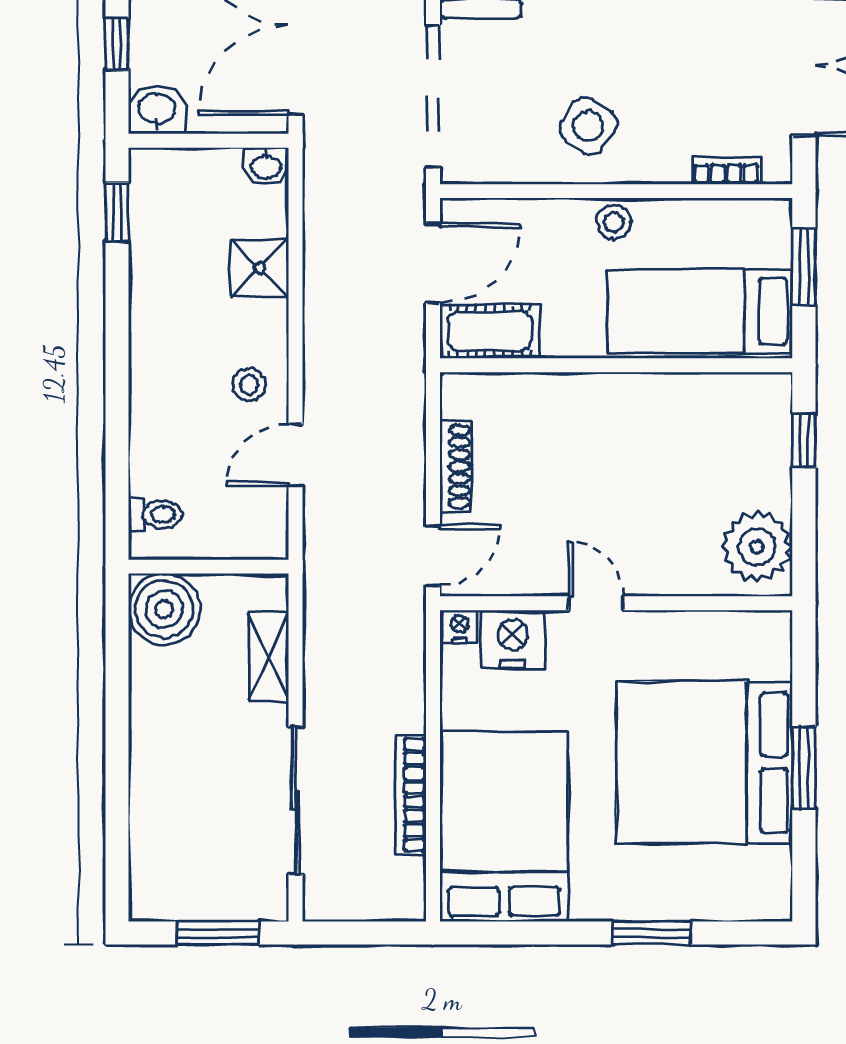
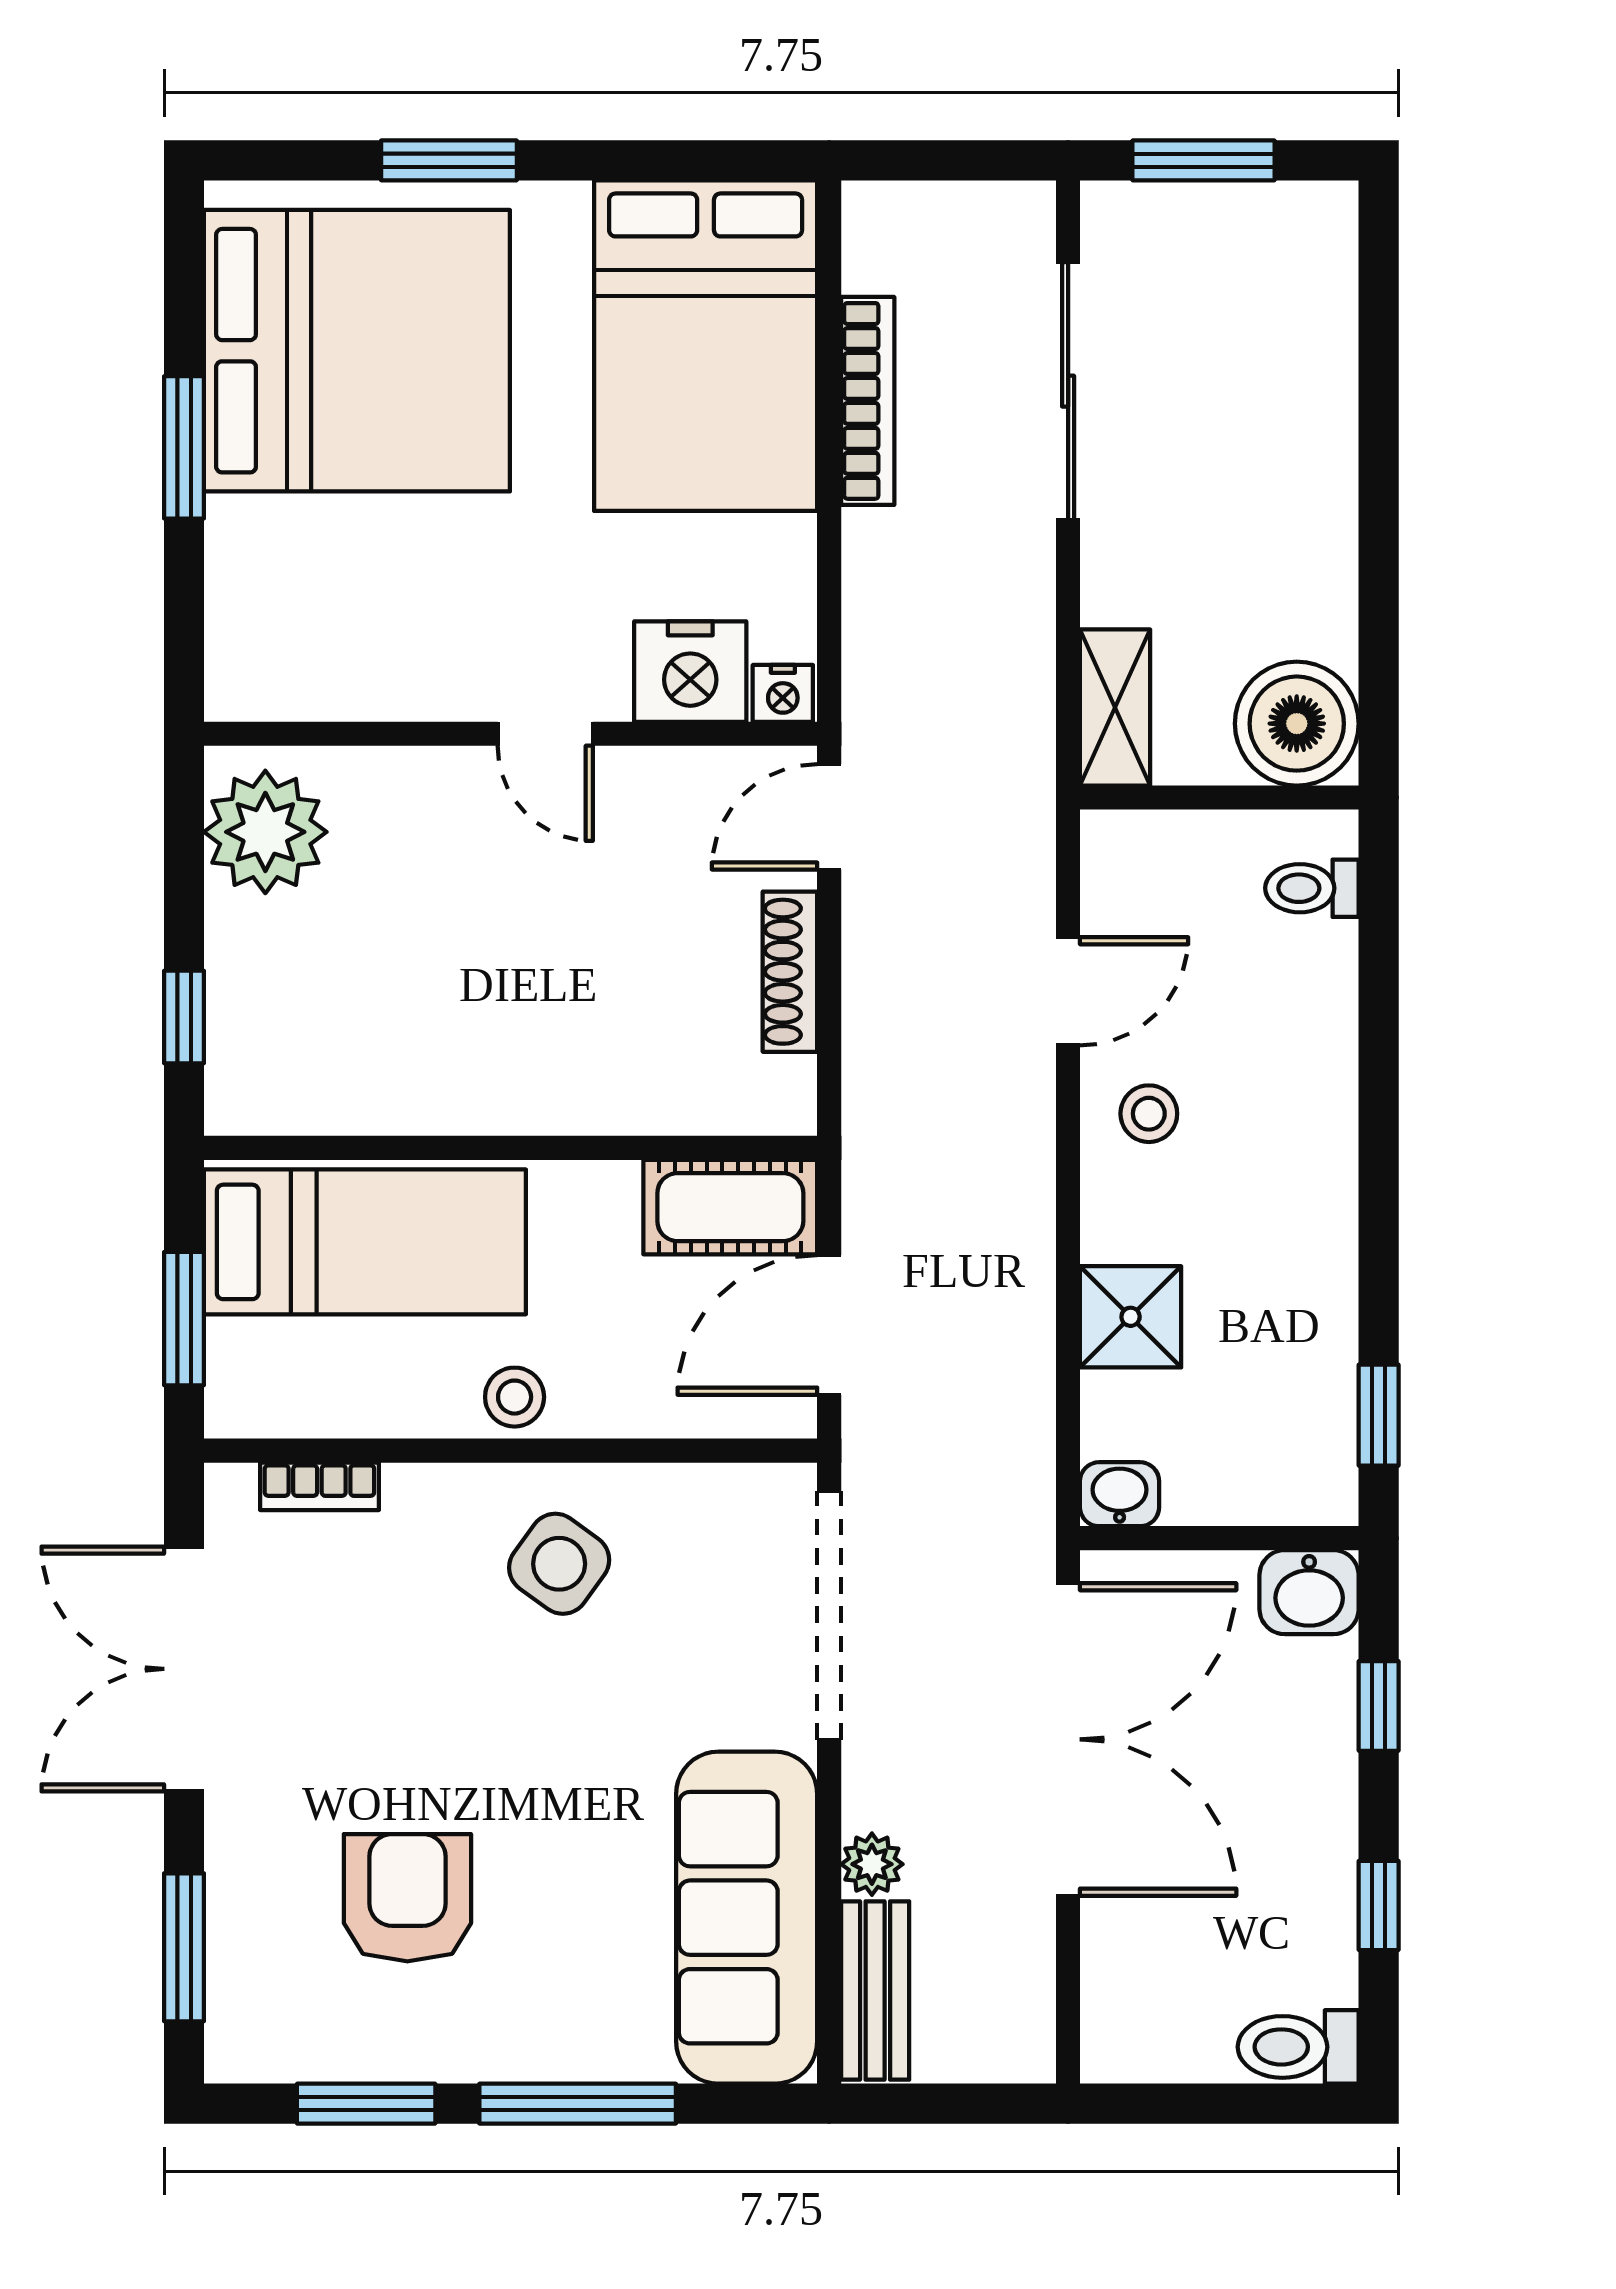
shelving: (269, 657) -> (1115, 708), moved
bed: (704, 762) -> (357, 351), moved

